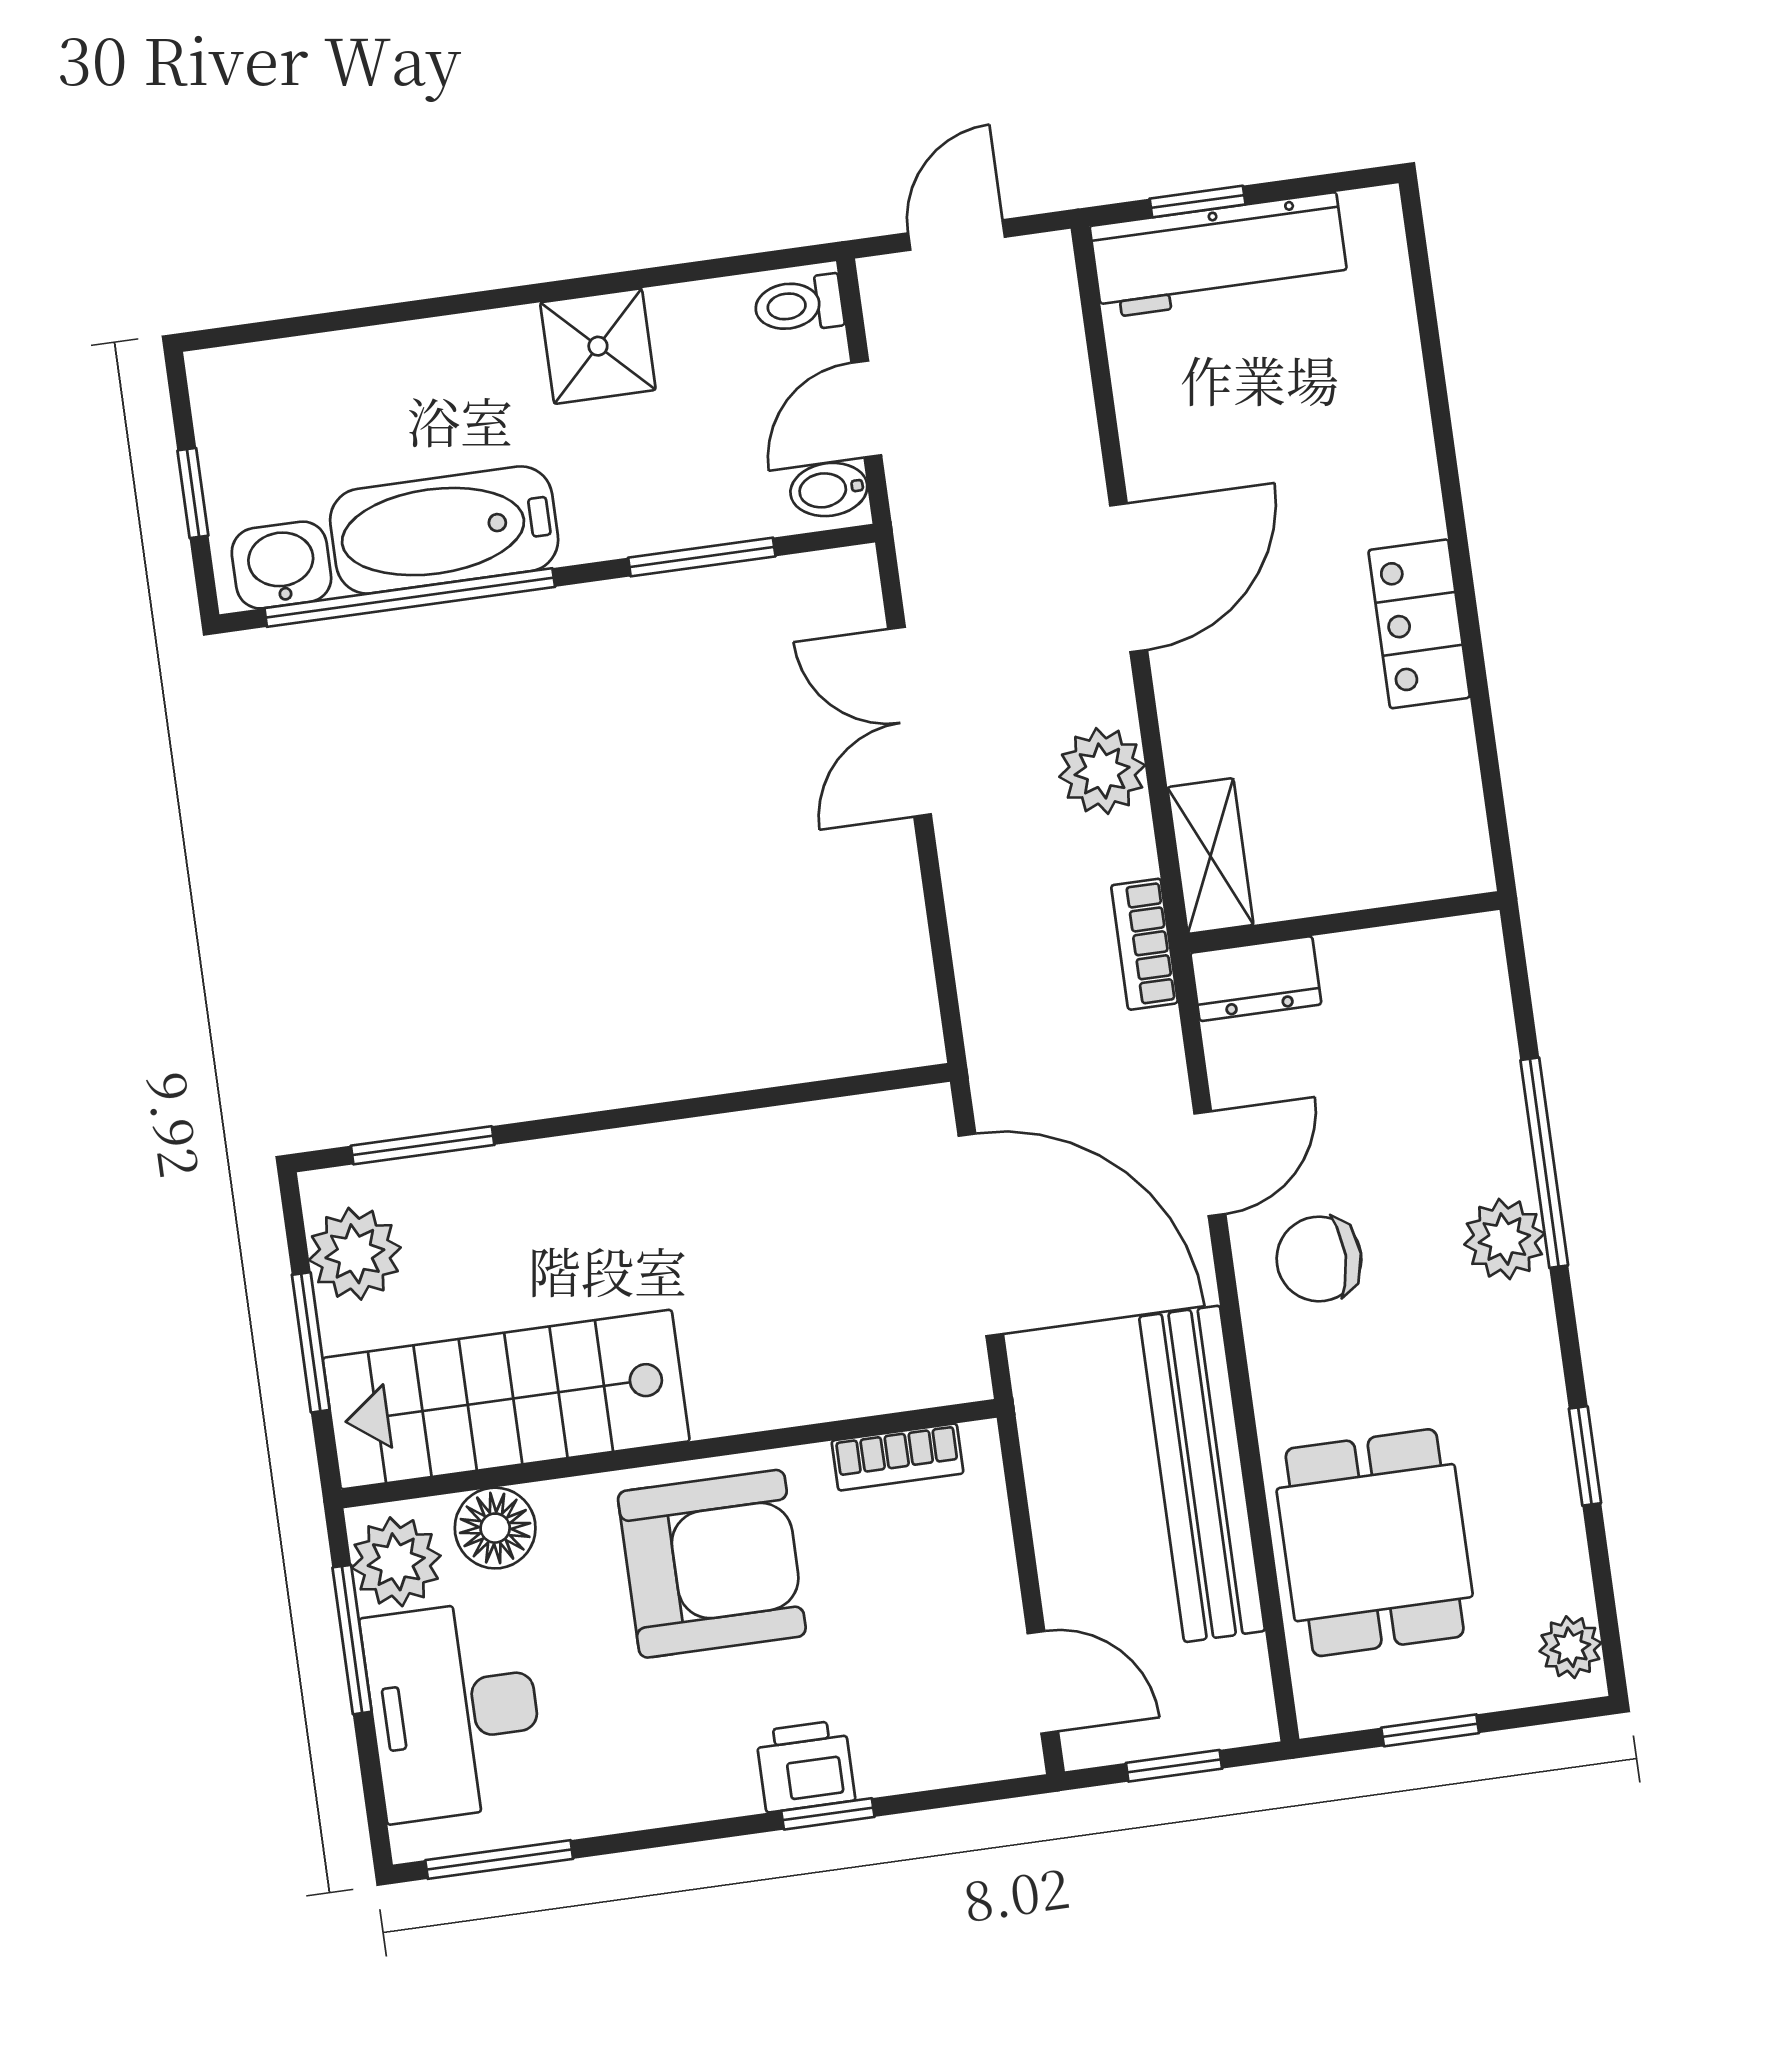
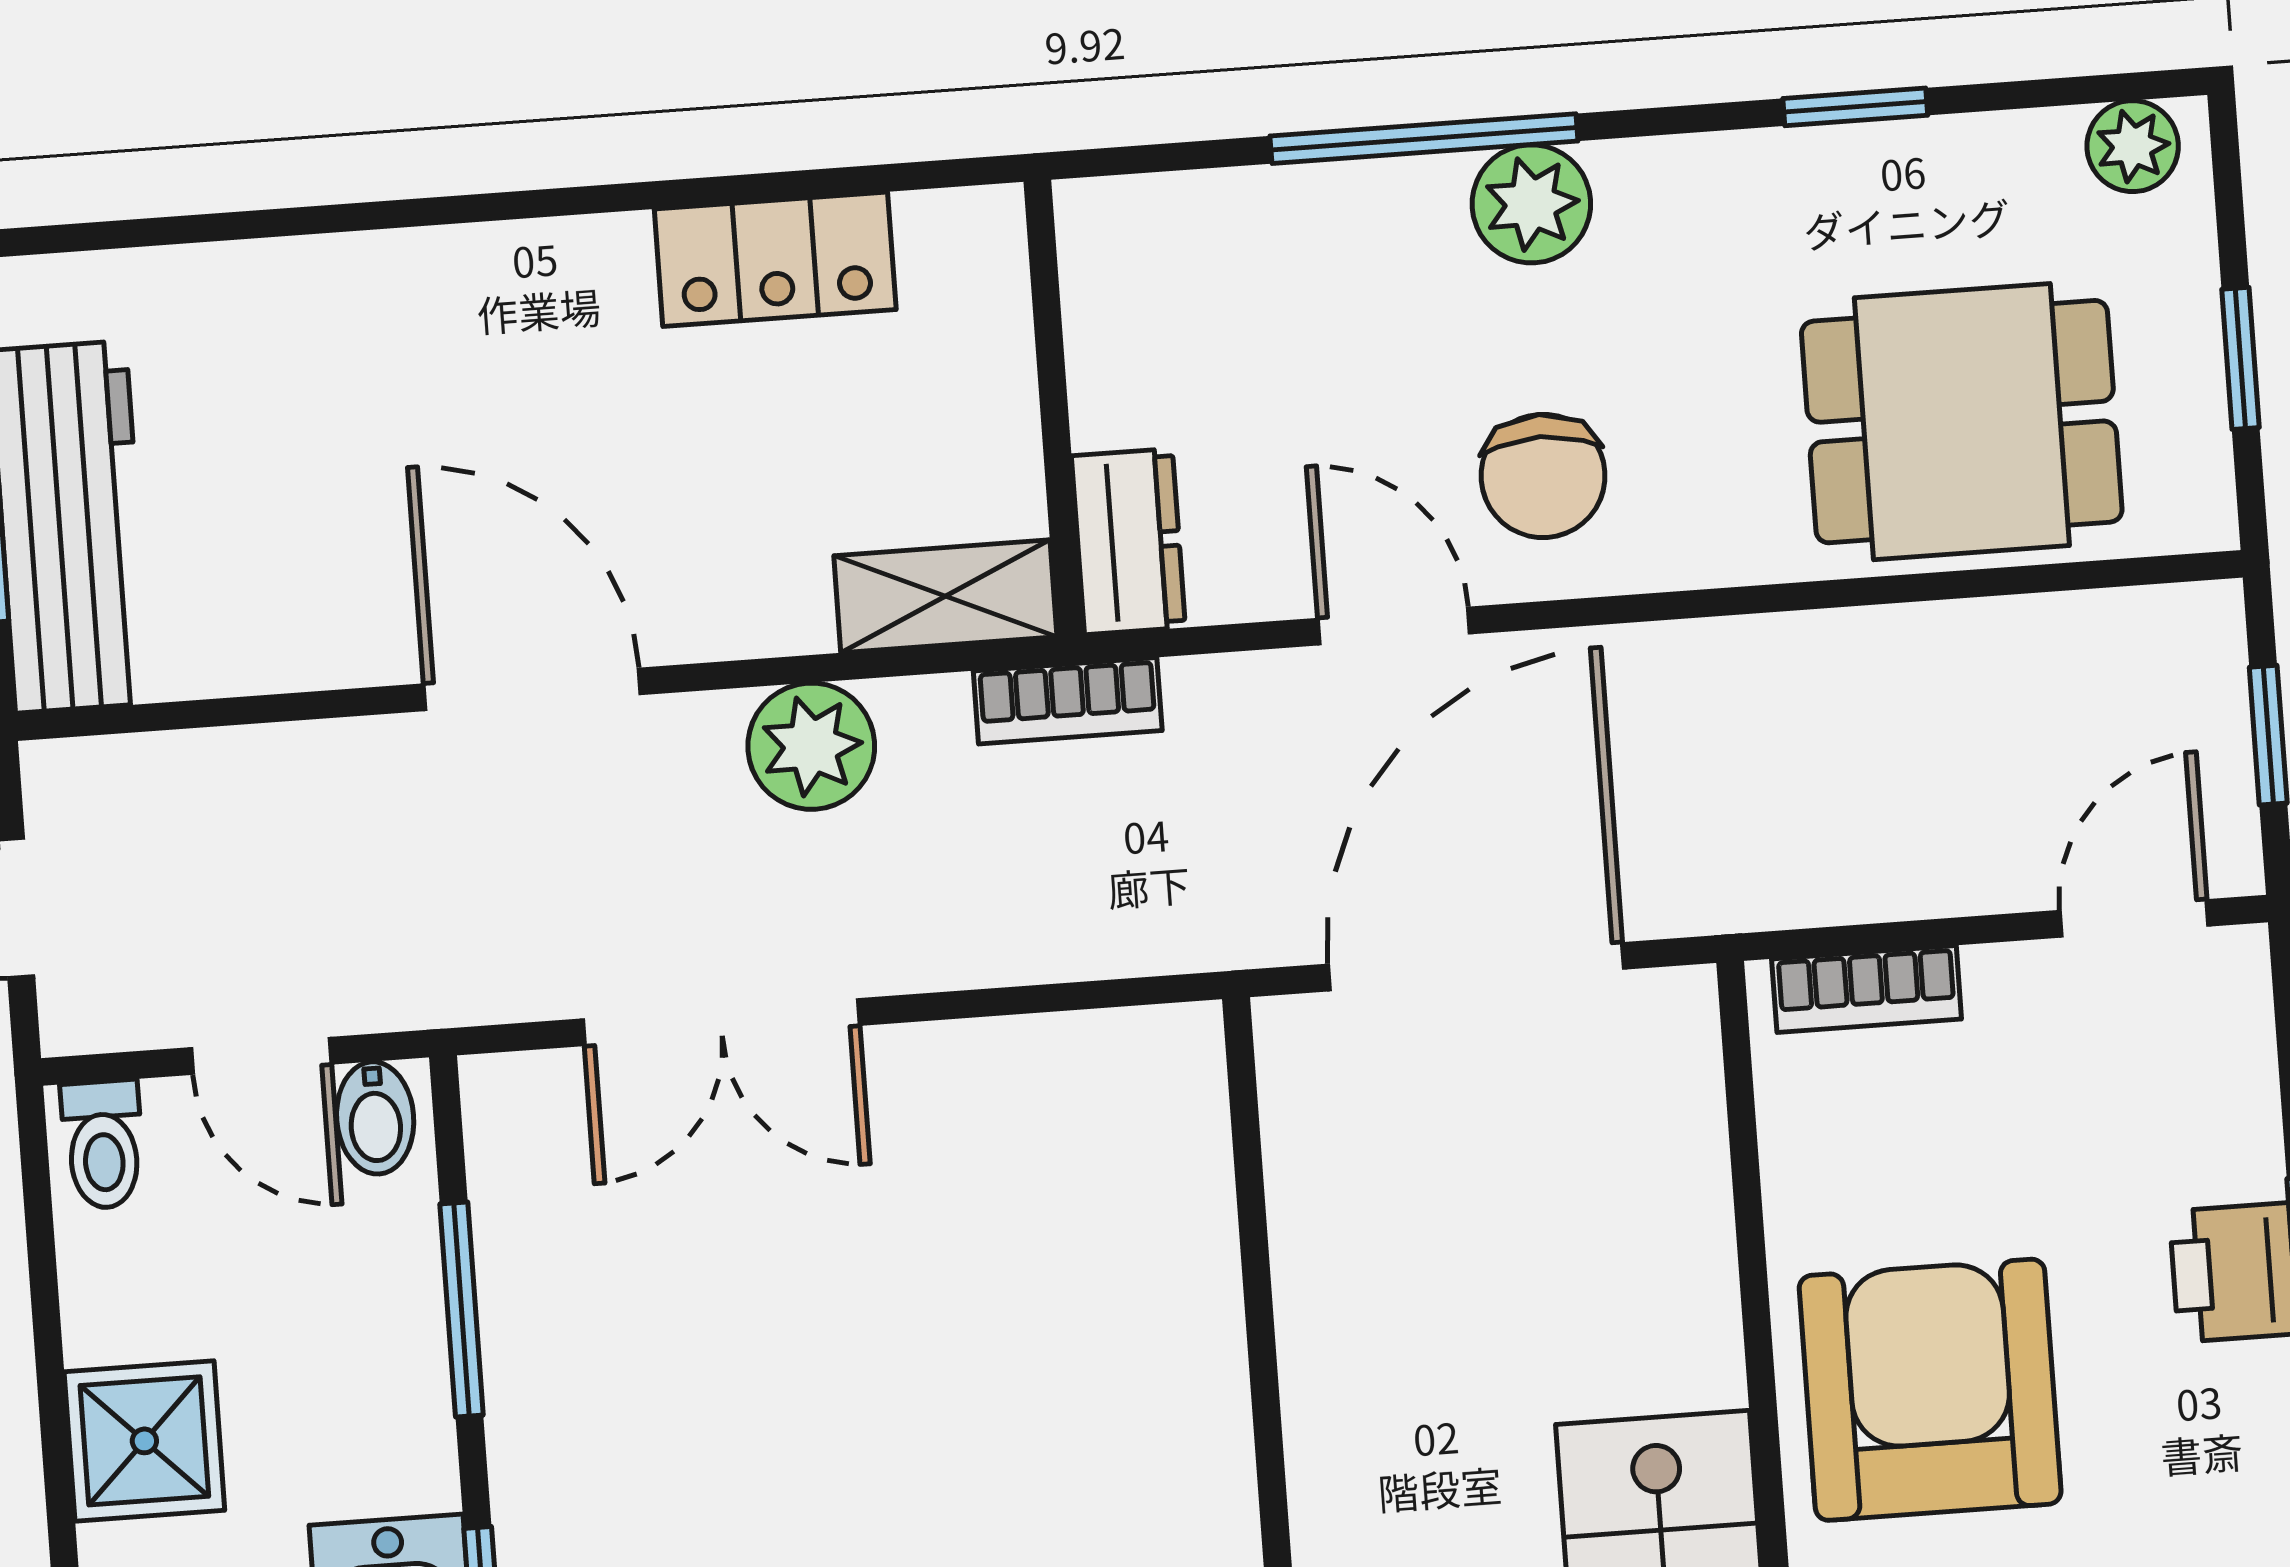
locker: (1419, 624) -> (775, 259), moved
bookcase: (898, 1457) -> (1867, 989), moved, turned 90
bench: (1202, 1474) -> (1845, 667), removed

